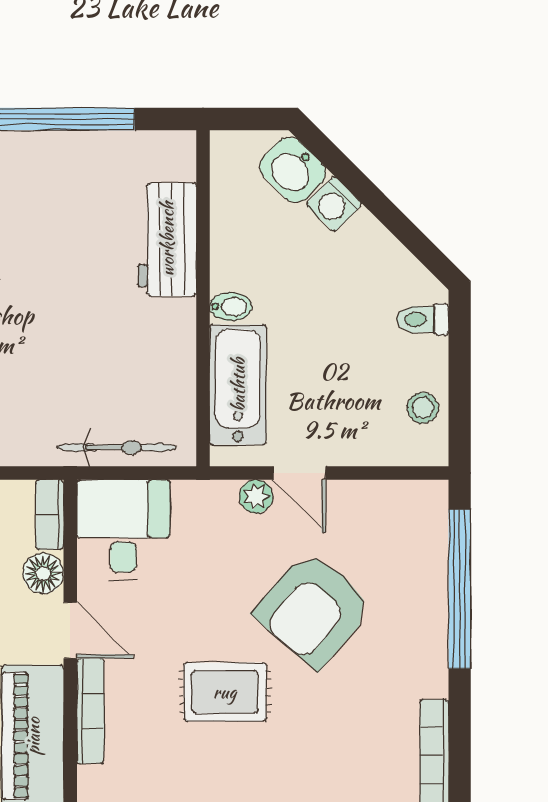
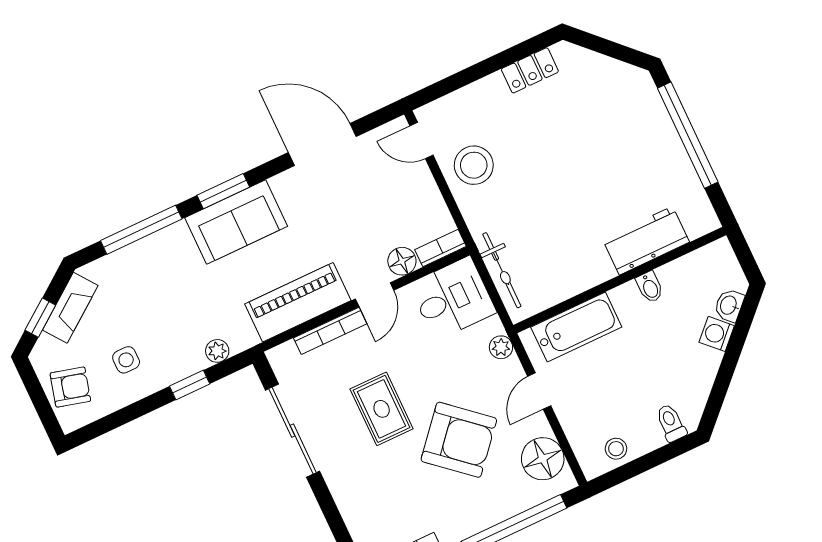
washbasin: (293, 170) -> (729, 305), width x0.72, depth x0.69
bidet: (231, 307) -> (650, 287), moved
plant: (256, 496) -> (501, 347), moved
floor lamp: (390, 511) -> (543, 459), added
armchair: (314, 609) -> (459, 440), turned 180

